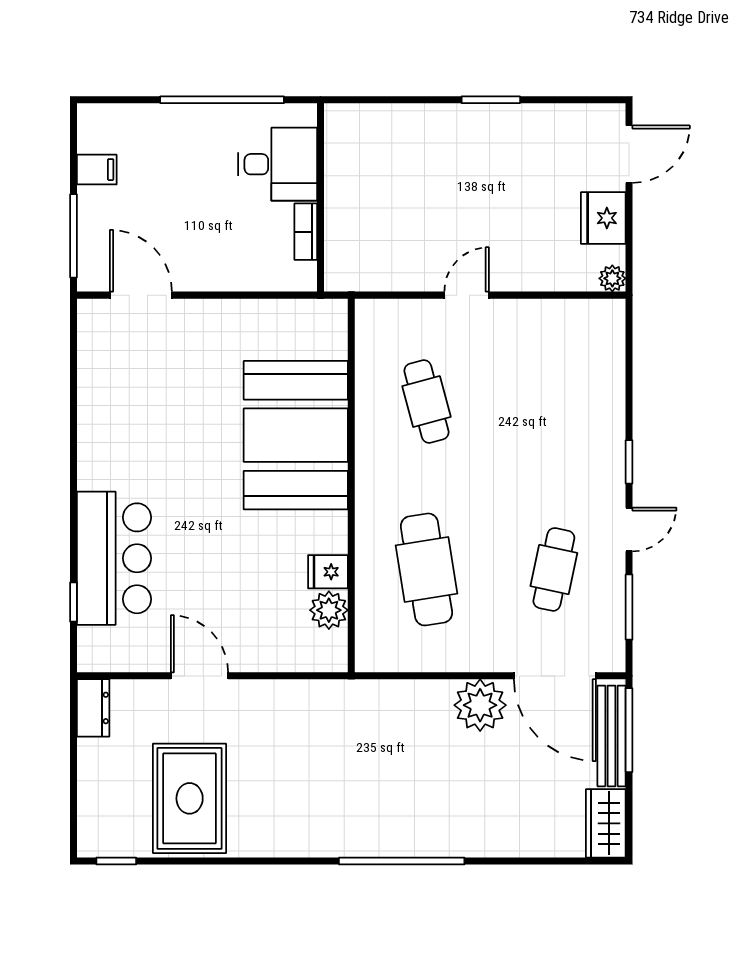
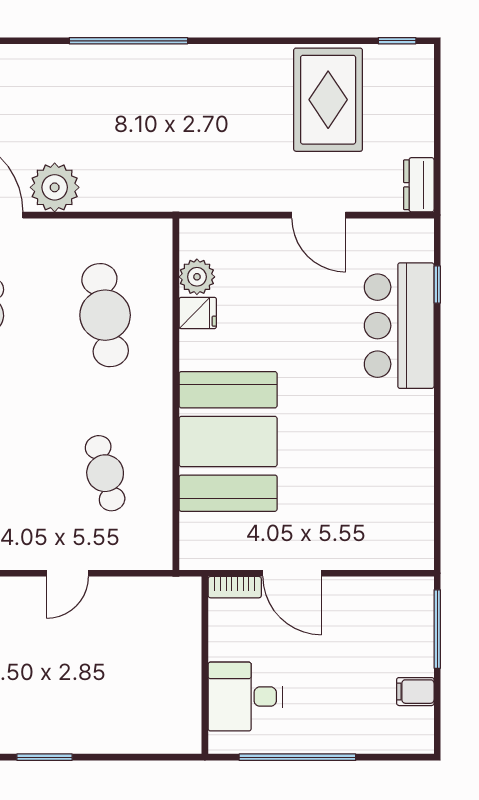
bookcase: (306, 232) -> (235, 587), moved, turned 90
door: (141, 295) -> (292, 573), moved

